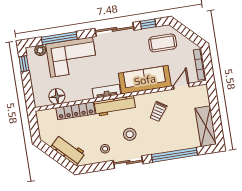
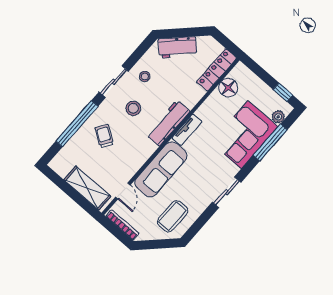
window: (148, 24) -> (200, 223), removed
sliding door: (114, 29) -> (227, 192), width x0.73
locker: (76, 111) -> (217, 70), moved
trolley: (158, 111) -> (104, 136), moved
shelving: (206, 126) -> (87, 188), moved

